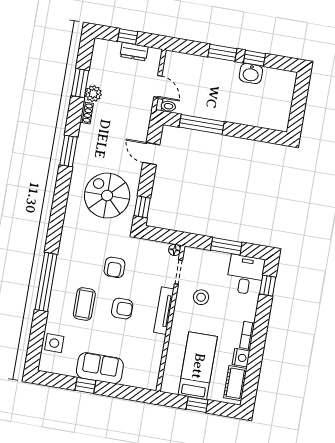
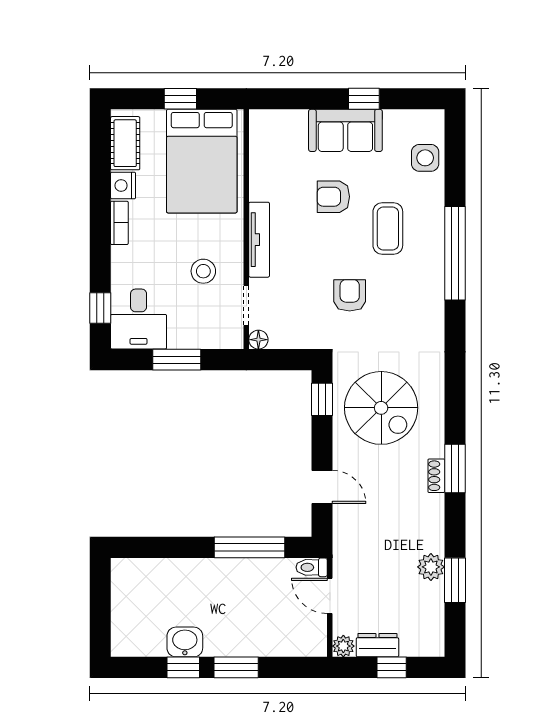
plant: (155, 55) -> (343, 646), added
shoe rack: (87, 113) -> (436, 476), moved
armchair: (122, 309) -> (333, 197), moved
bed: (198, 366) -> (202, 161), width x1.50

